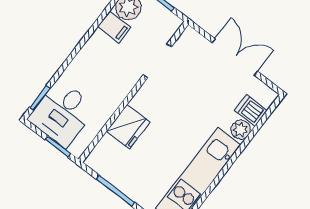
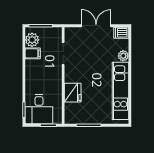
dishwasher: (251, 110) -> (121, 33), moved

